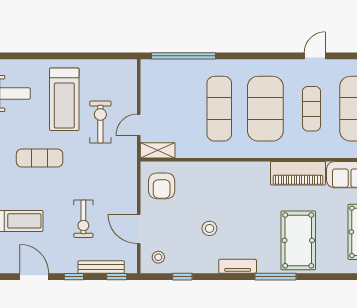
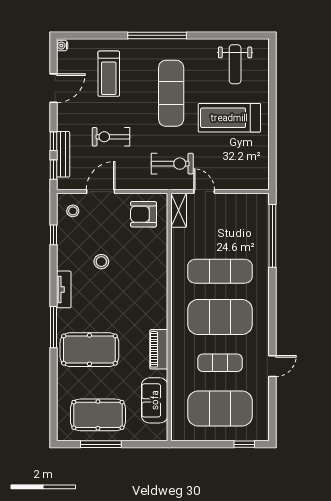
door: (315, 56) -> (272, 366), hinge flipped
exercise bike: (100, 122) -> (172, 164), moved
exercise mat: (40, 158) -> (171, 93), width x1.36, depth x1.45
piano: (298, 173) -> (159, 349), width x0.73, depth x0.75
window: (74, 277) -> (54, 141), moved

